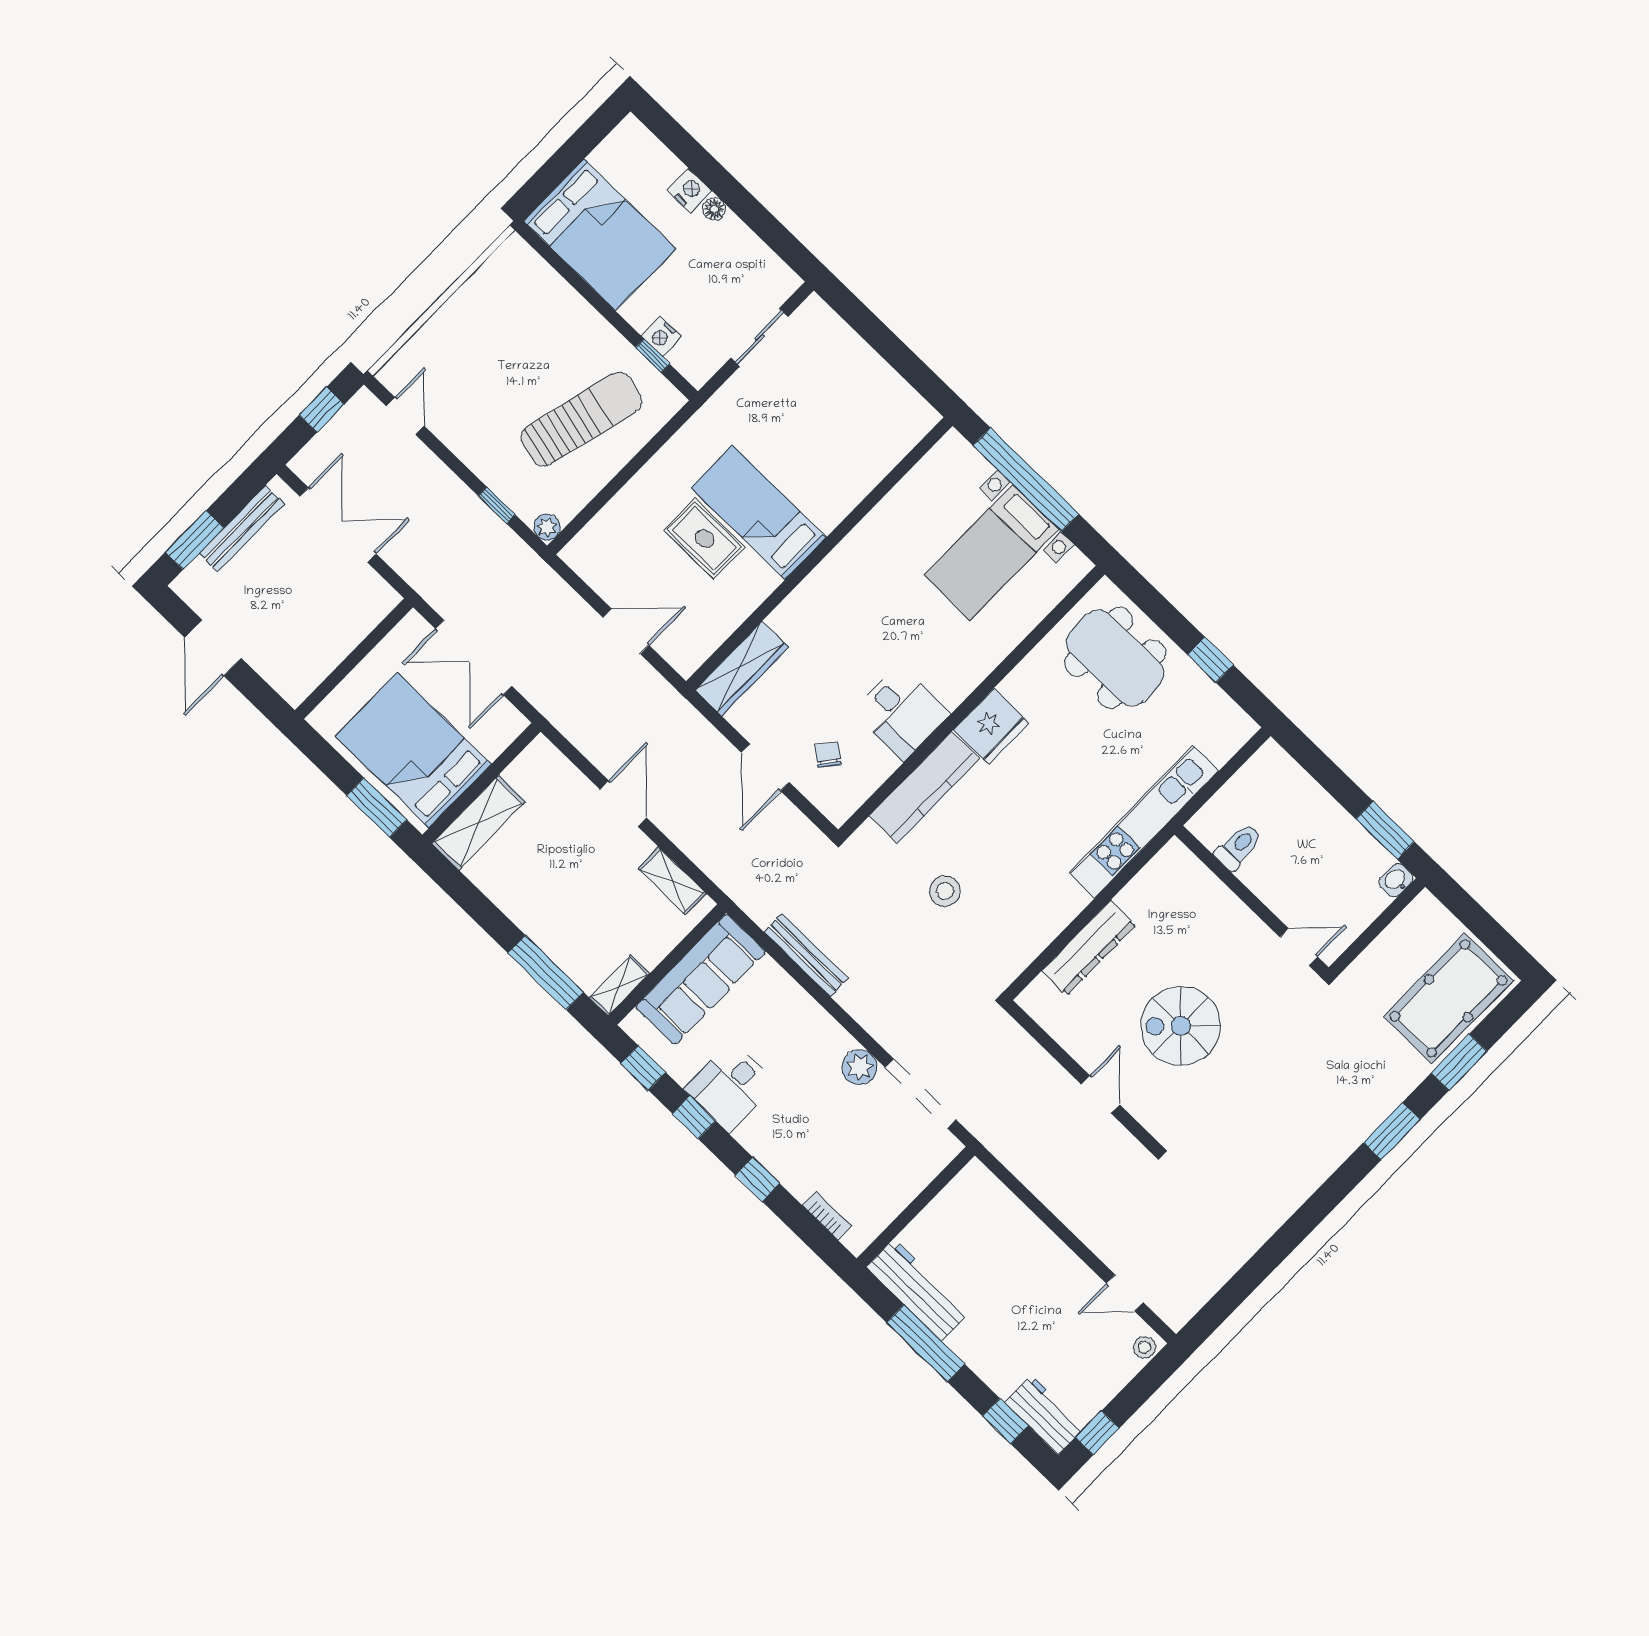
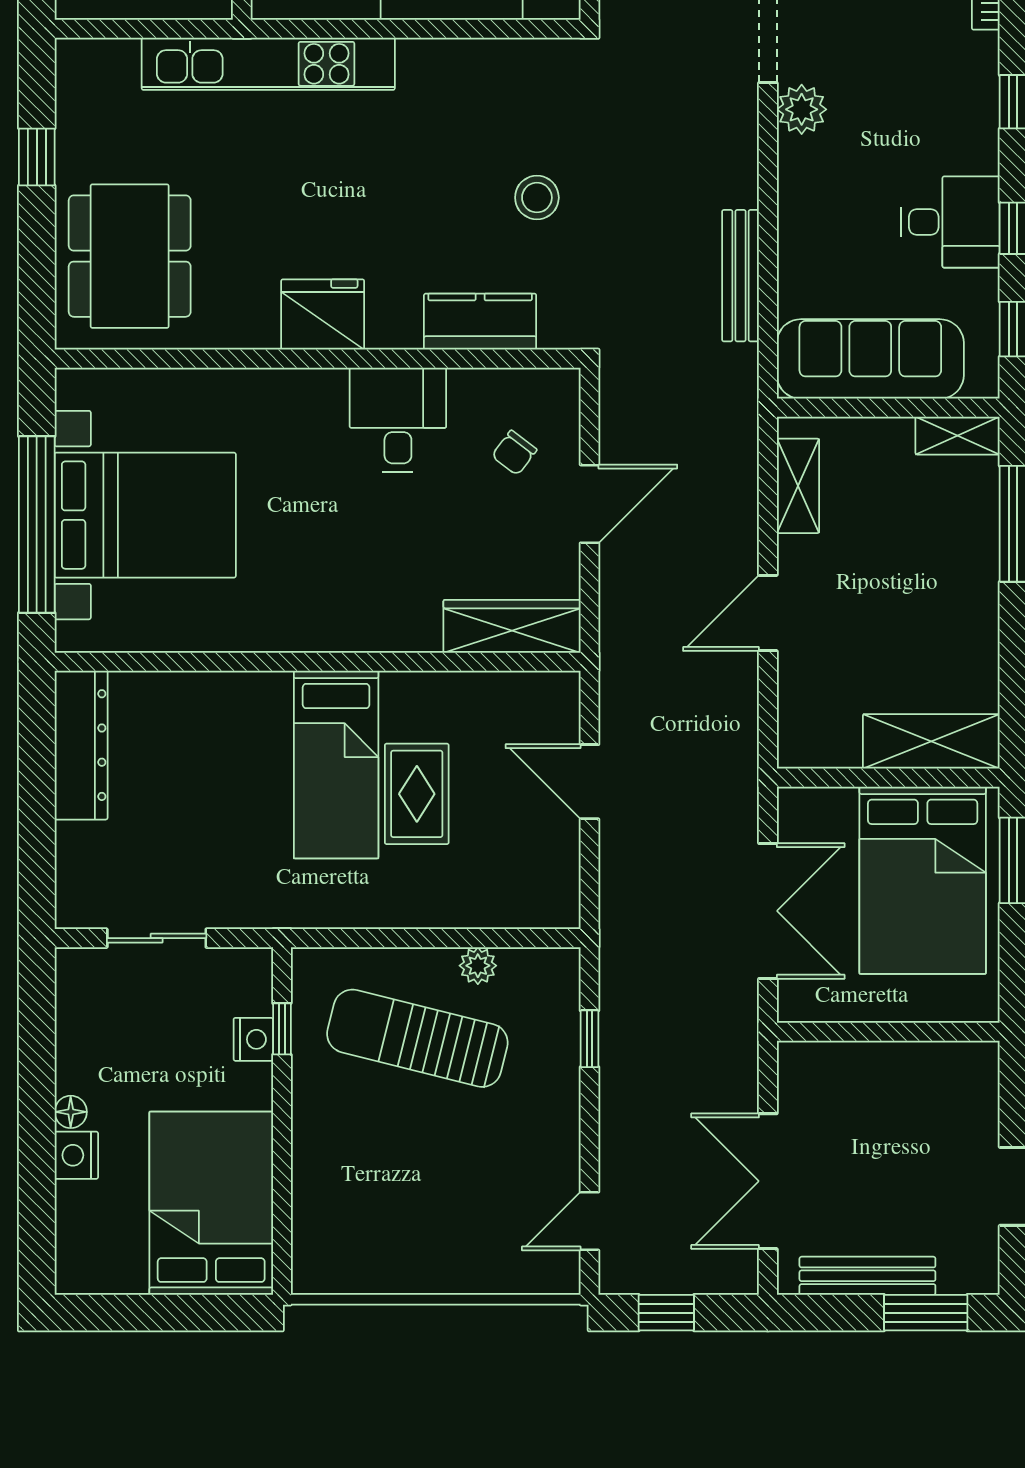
dresser: (893, 394) -> (81, 745), added
plant: (547, 527) -> (478, 966), moved
bed with nightstands: (991, 552) -> (145, 515), width x1.36
kitchen counter: (924, 788) -> (480, 322), width x0.67

